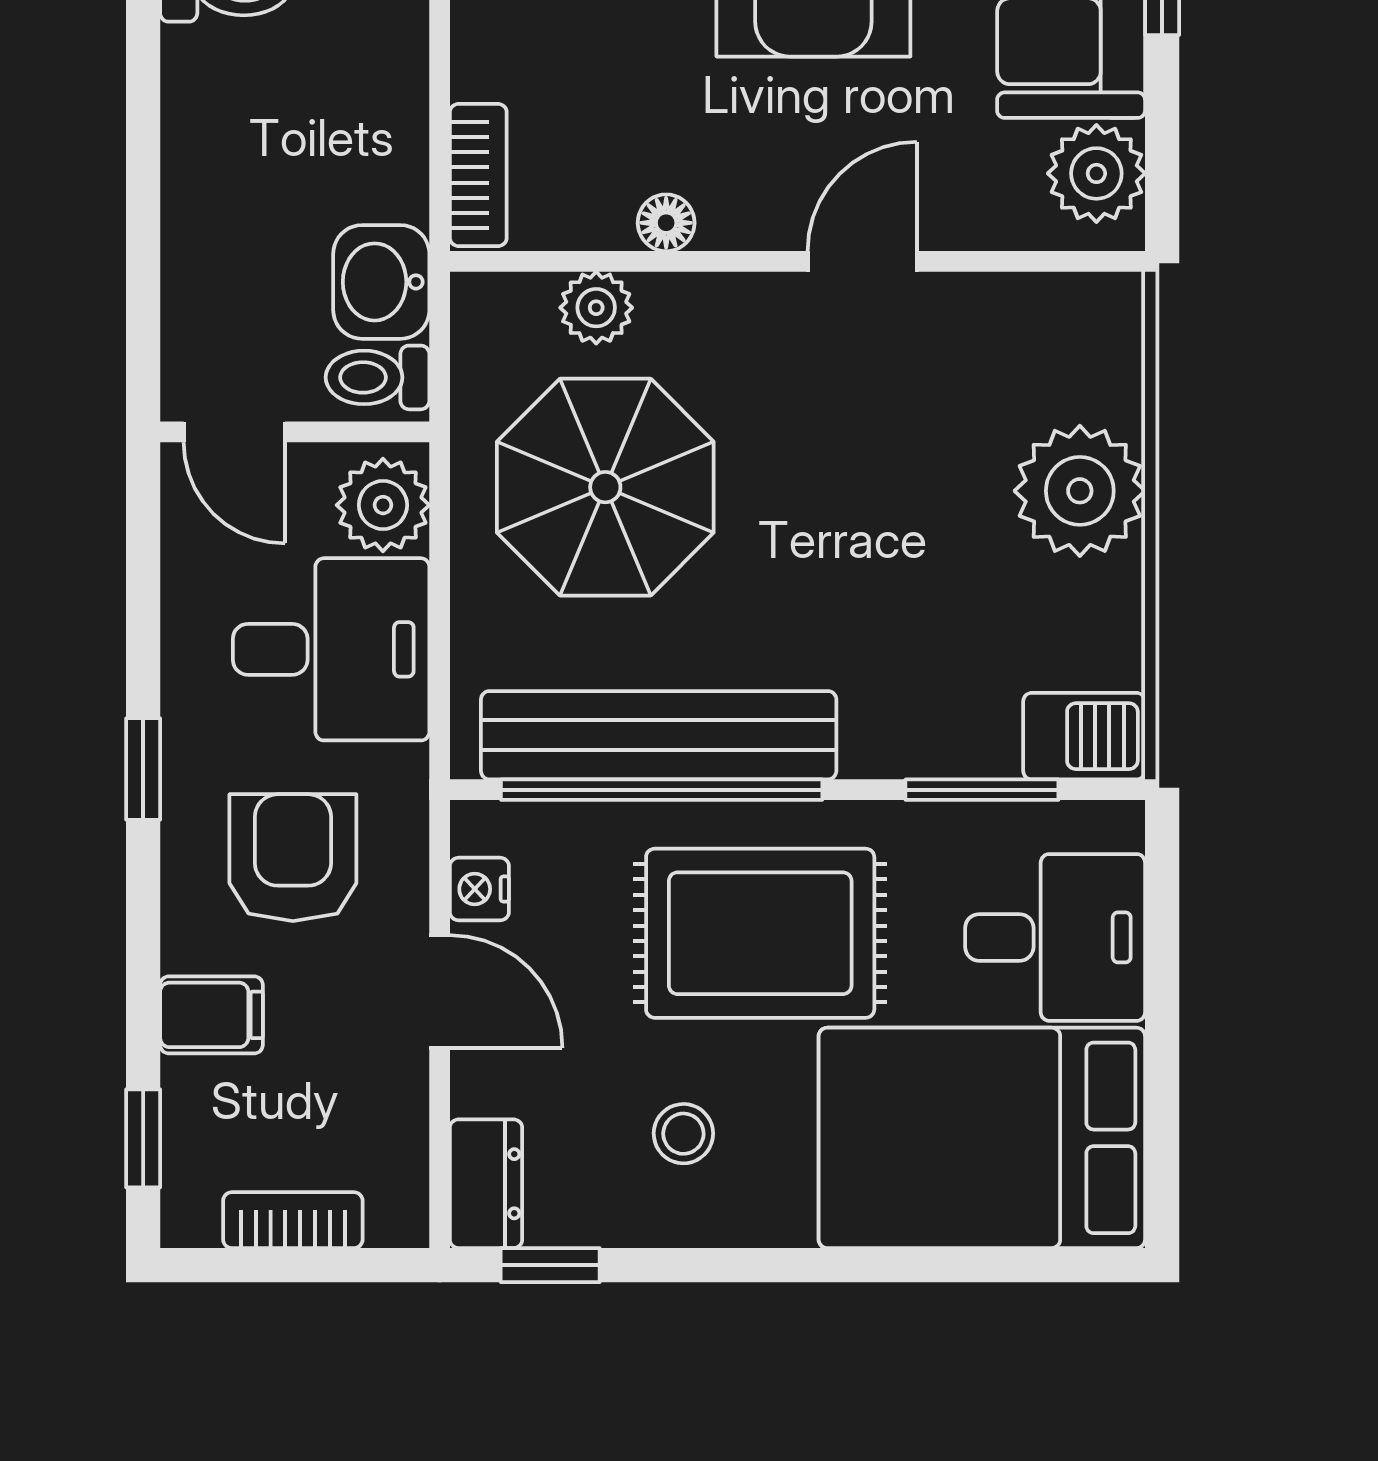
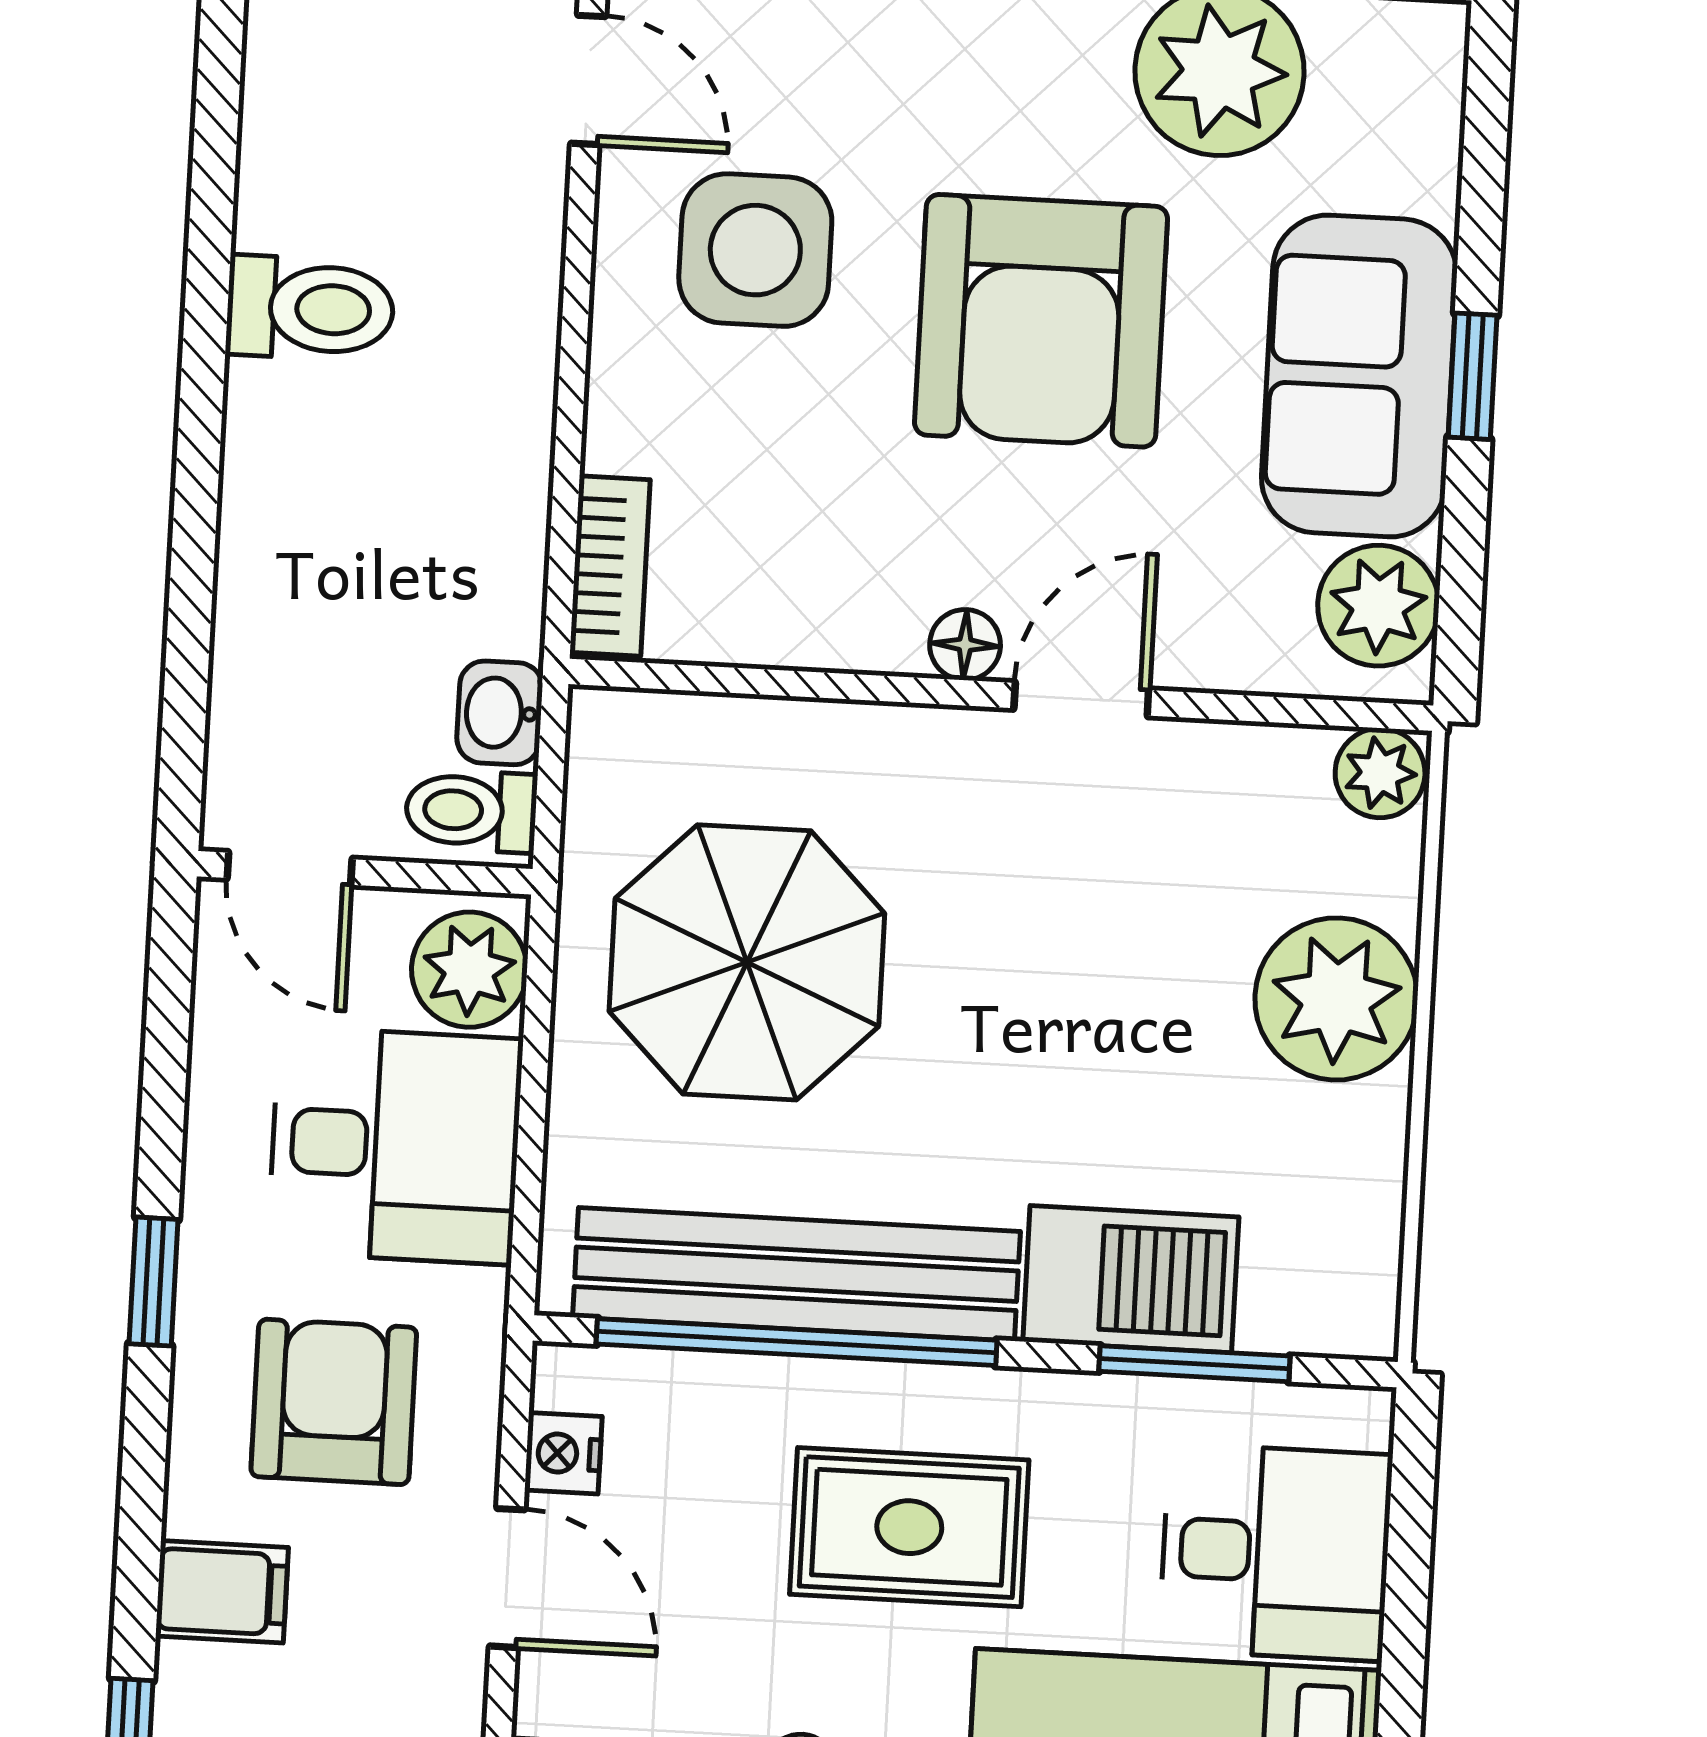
floor lamp: (666, 223) -> (965, 645), moved
washbasin: (381, 282) -> (500, 713), width x0.72, depth x0.69
plant: (596, 308) -> (1380, 773), moved
barbecue: (1084, 736) -> (1131, 1279), moved, width x1.38, depth x1.27
rug: (760, 933) -> (909, 1527), width x0.73, depth x0.70

